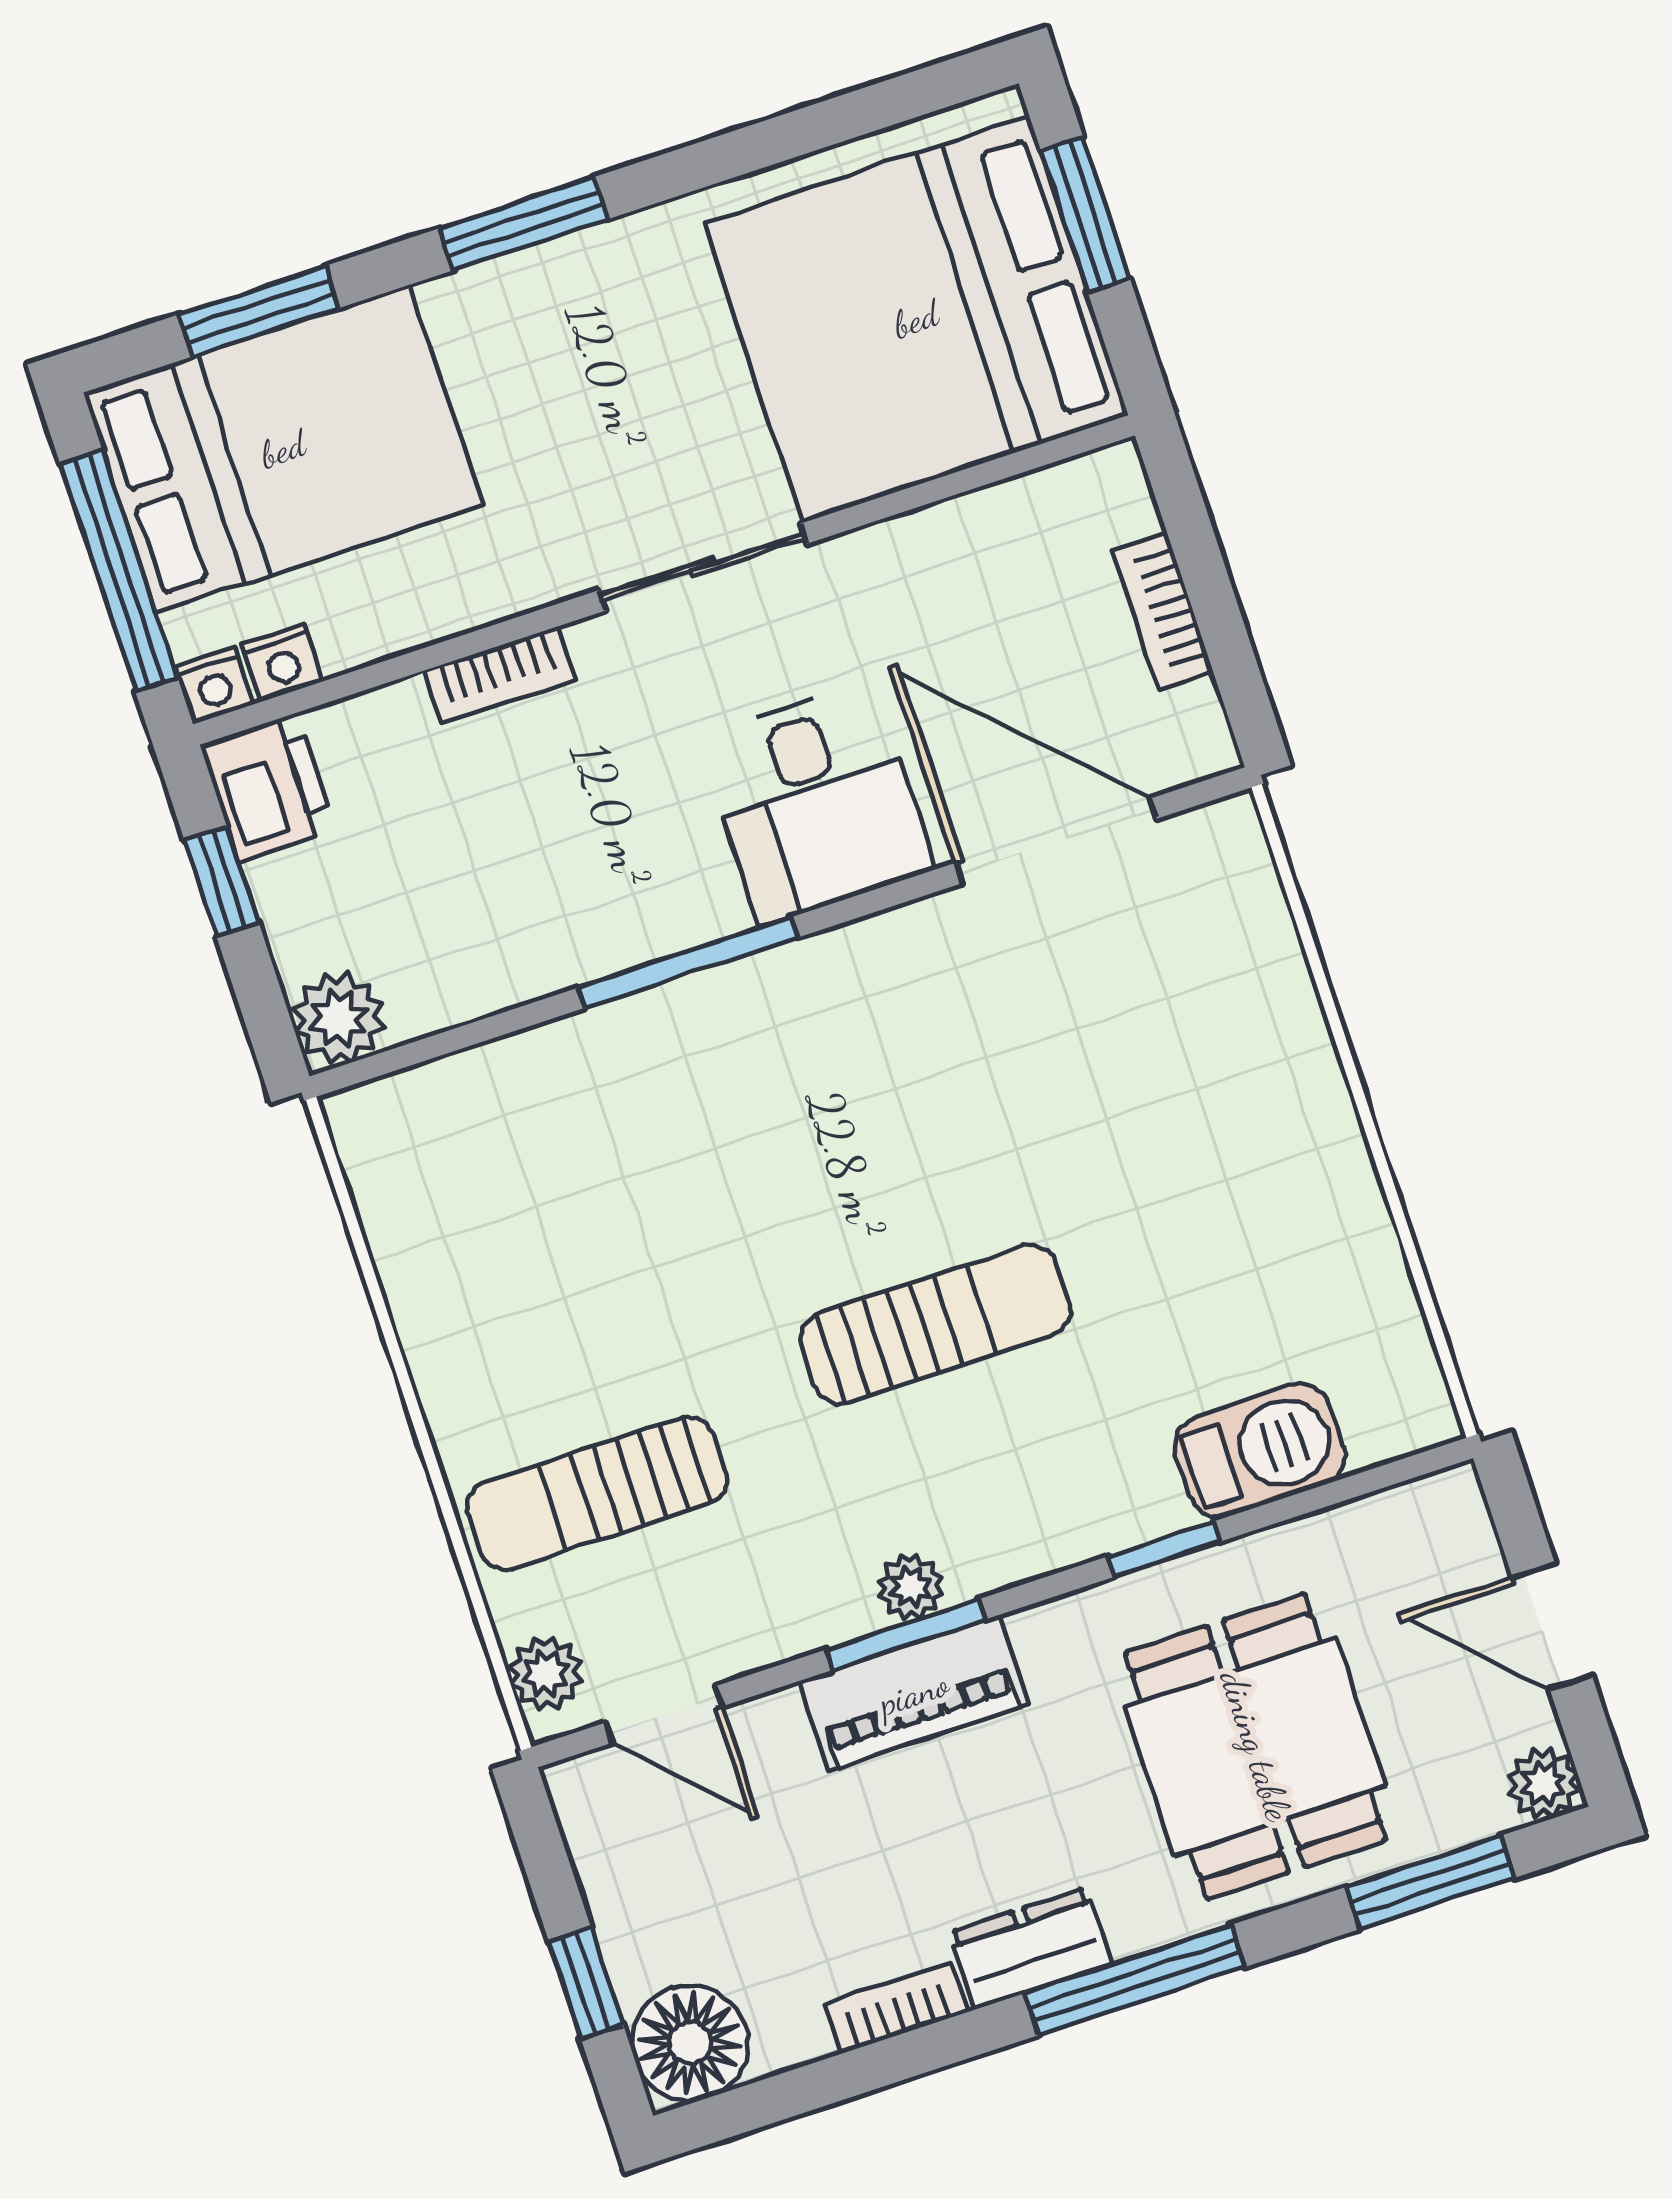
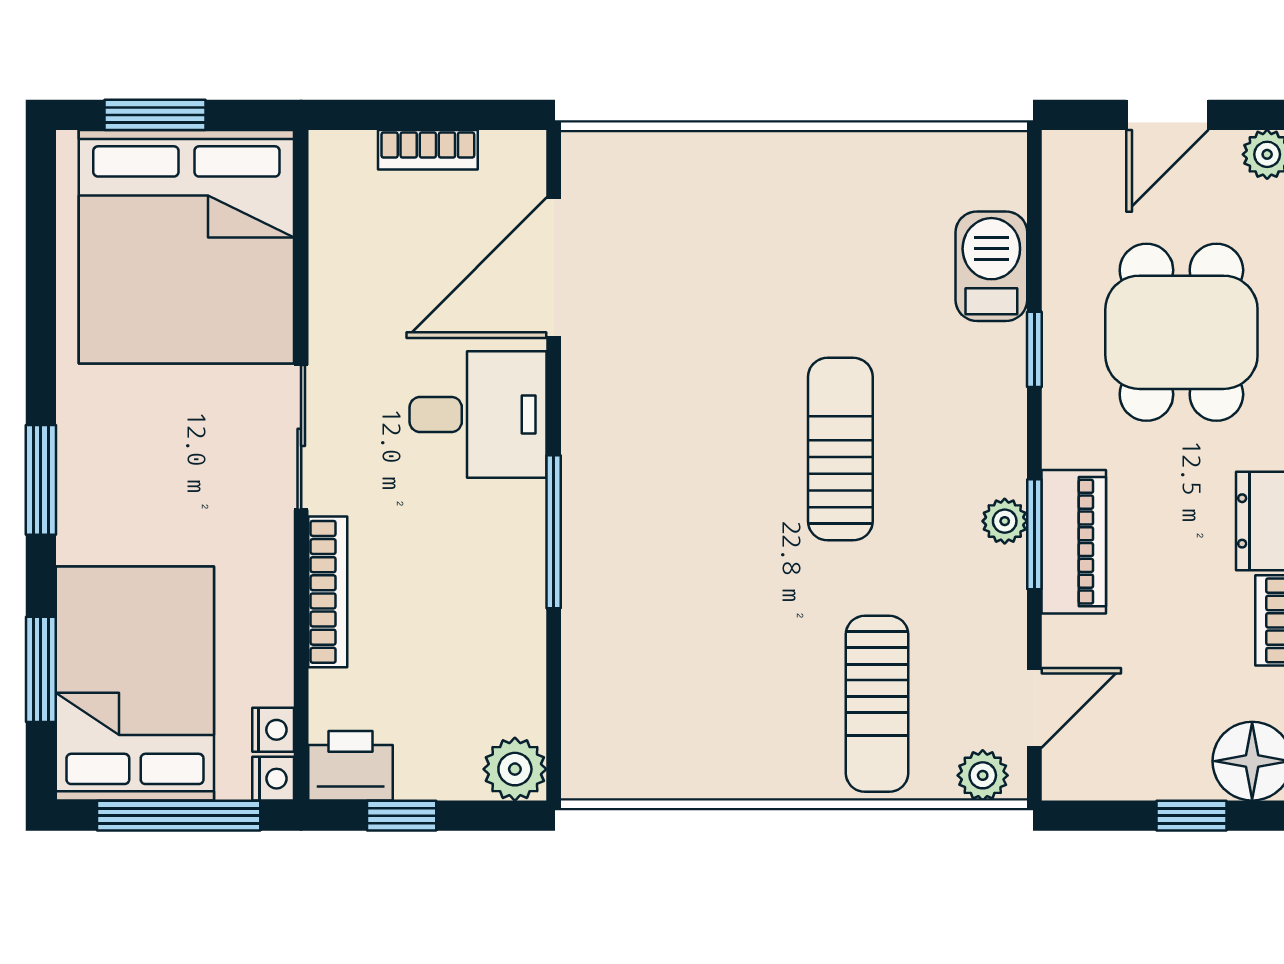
bookcase: (500, 675) -> (328, 592), width x1.56
dining table: (1256, 1746) -> (1181, 332), turned 90

